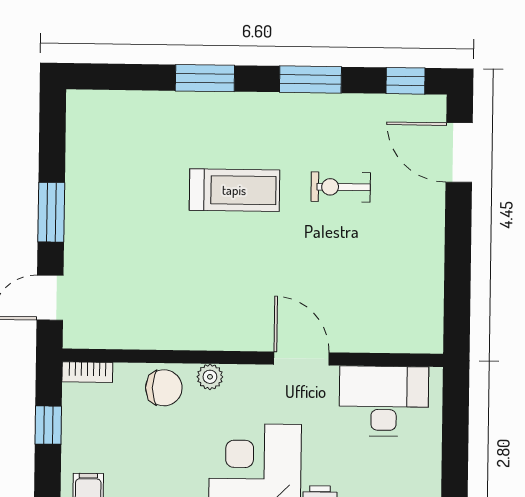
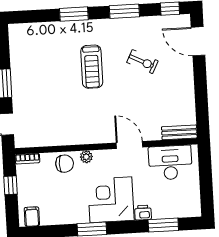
exercise bike: (341, 187) -> (142, 62), turned -153
treadmill: (234, 190) -> (92, 67), turned 90
bench: (407, 339) -> (179, 132), added

